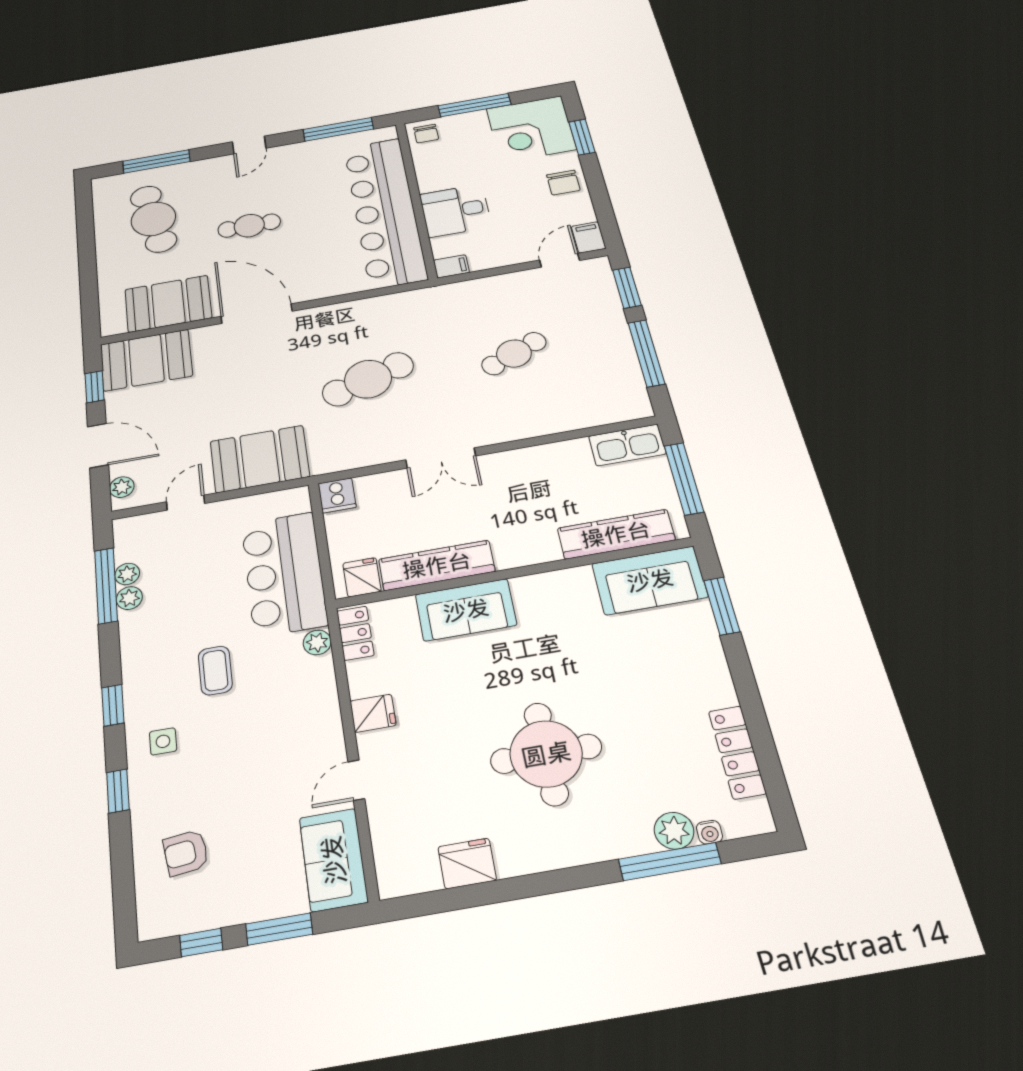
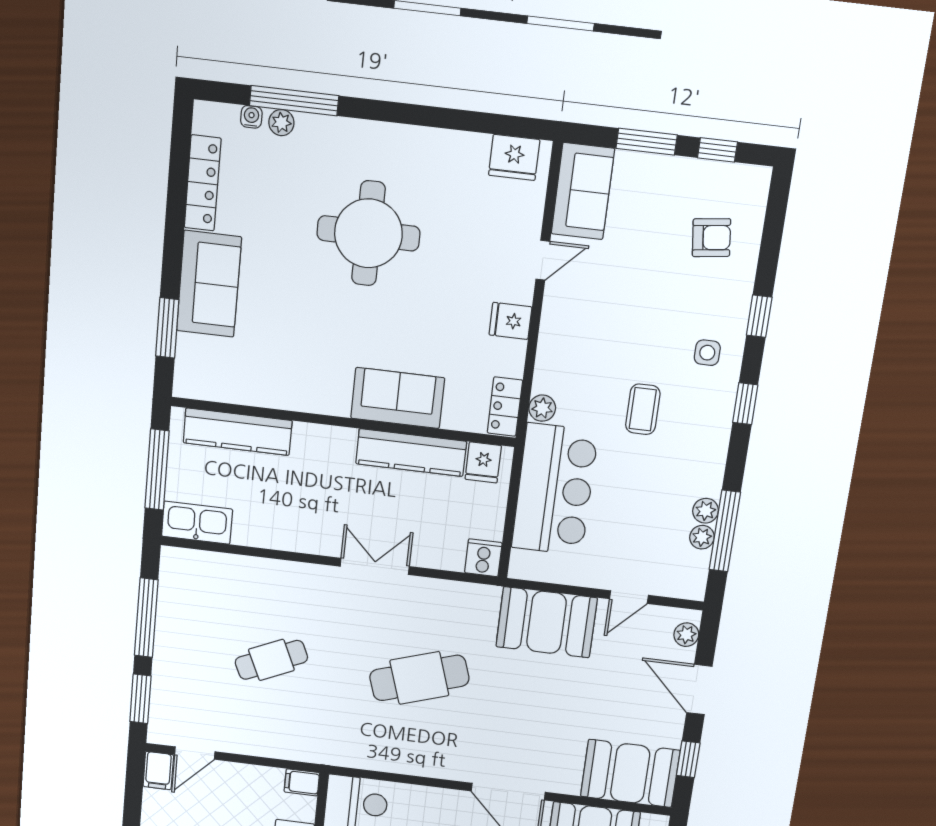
sofa: (650, 580) -> (209, 284), moved, turned 90
plant: (674, 831) -> (281, 123), width x0.73, depth x0.73
fridge: (467, 863) -> (514, 157), moved

